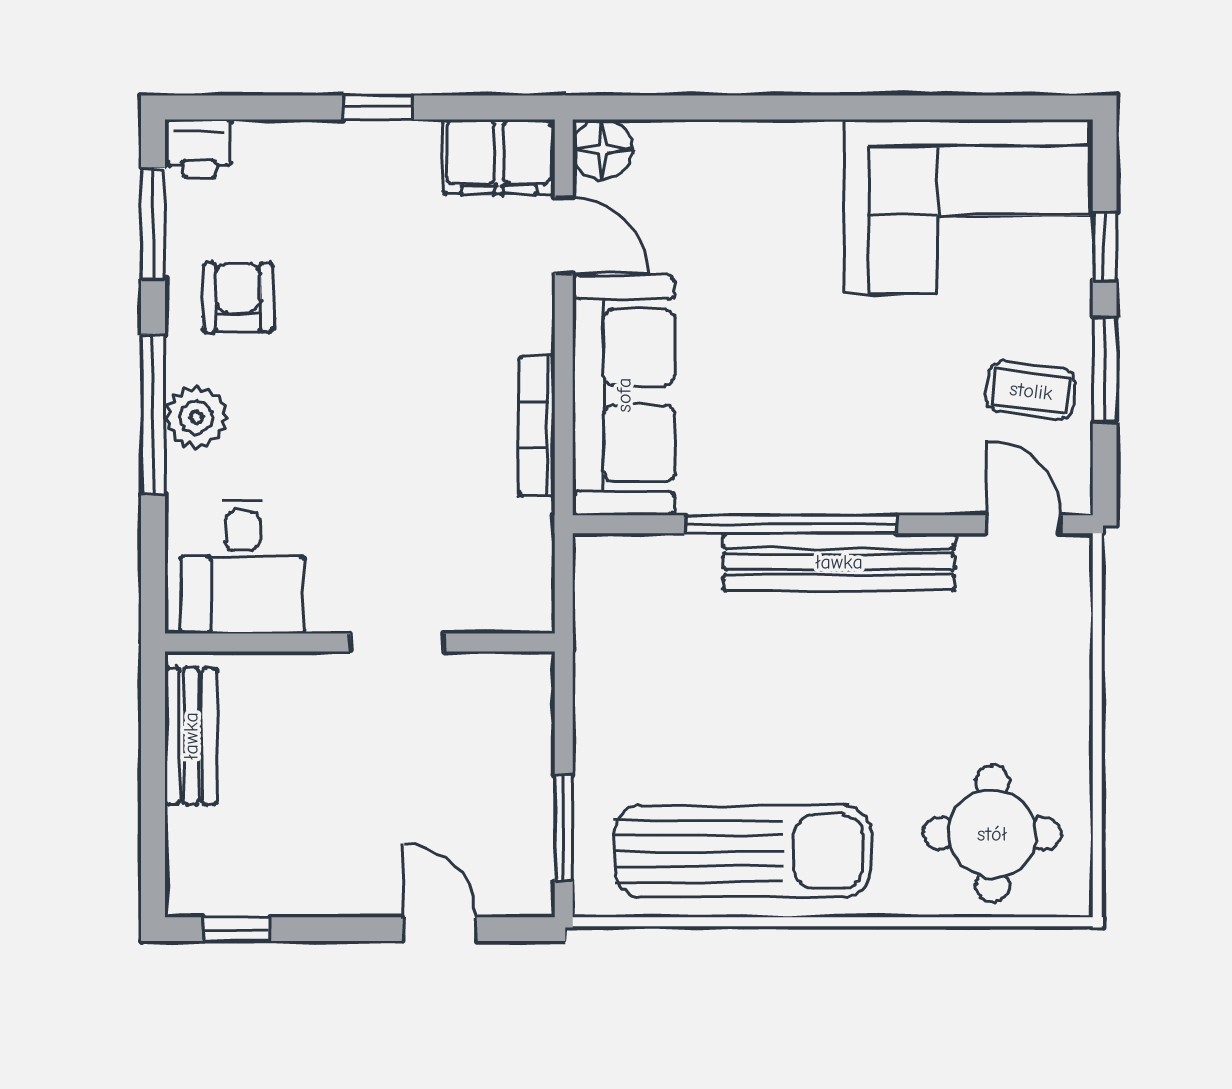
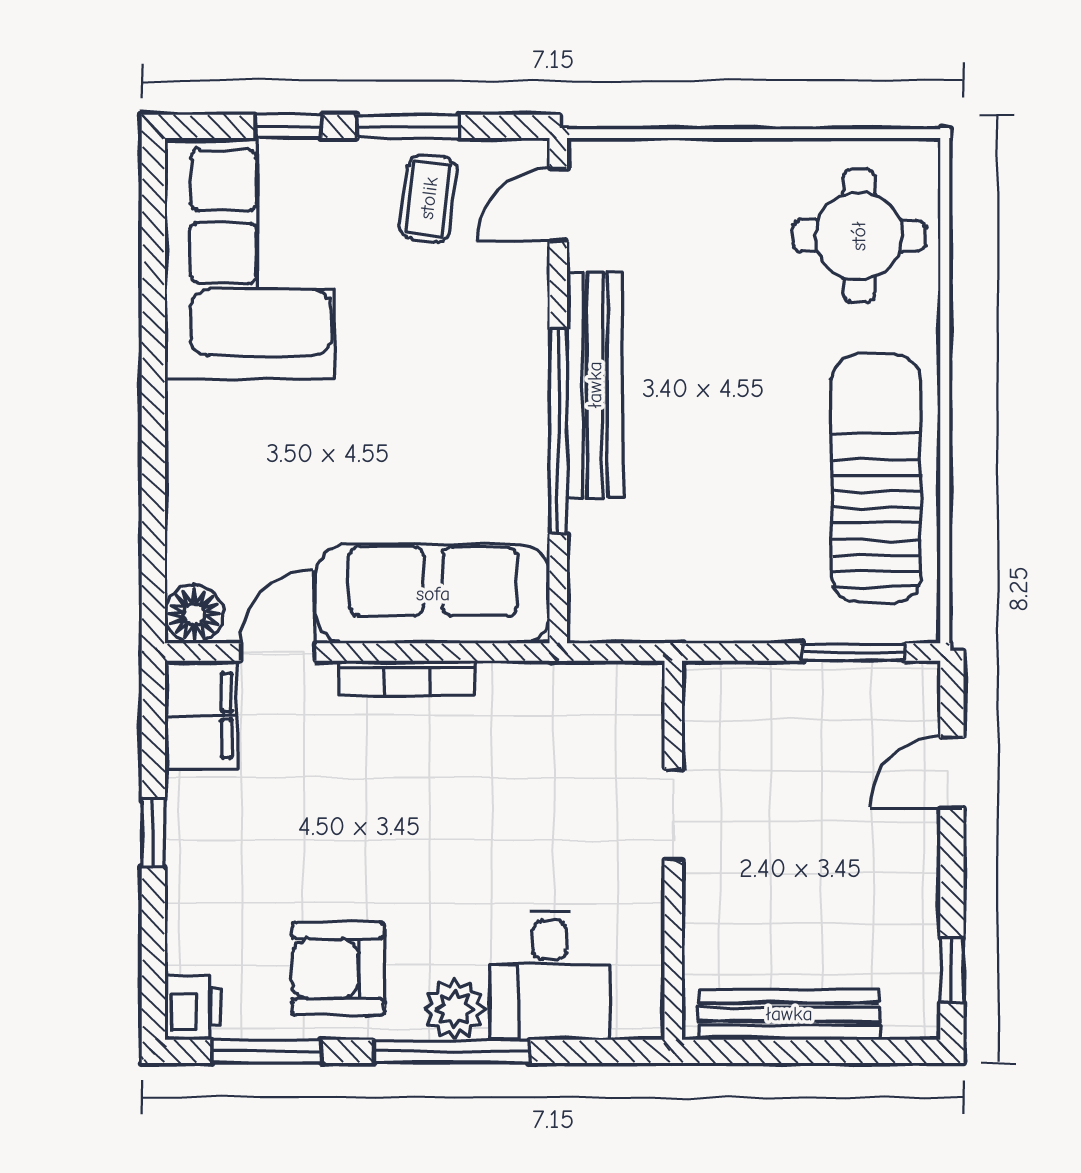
armchair: (238, 298) -> (338, 969), width x1.38, depth x1.38
bookcase: (537, 426) -> (407, 678), moved
desk: (242, 567) -> (550, 975), moved, turned 90
bench: (191, 736) -> (789, 1014), width x1.36

